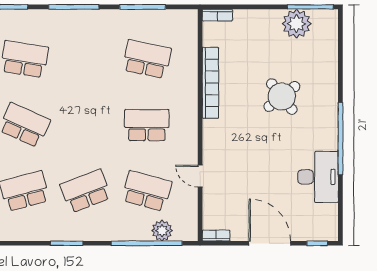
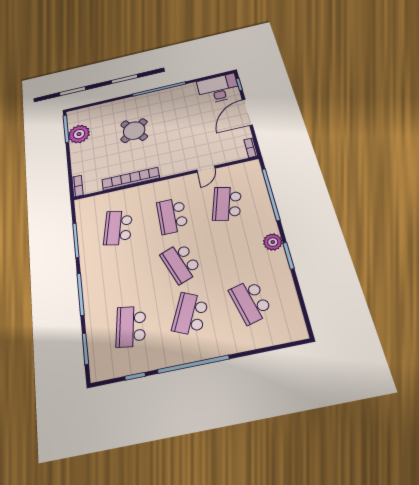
desk: (318, 177) -> (218, 89), moved
school desk: (86, 191) -> (181, 263), moved
plant: (162, 231) -> (273, 242), moved

